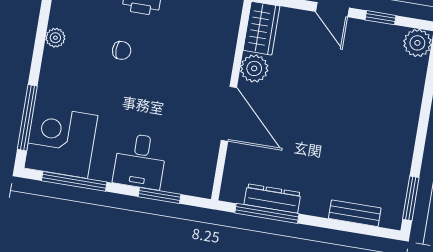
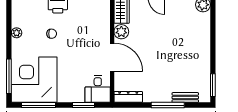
corner desk: (61, 142) -> (34, 80), width x1.36, depth x1.36
desk: (140, 161) -> (98, 89), moved
dresser: (272, 199) -> (128, 97), moved
window: (267, 213) -> (168, 105), moved

